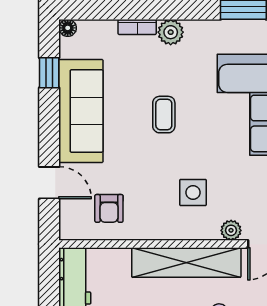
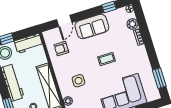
plant: (171, 32) -> (132, 24), moved
sofa: (81, 111) -> (92, 26), width x0.73

